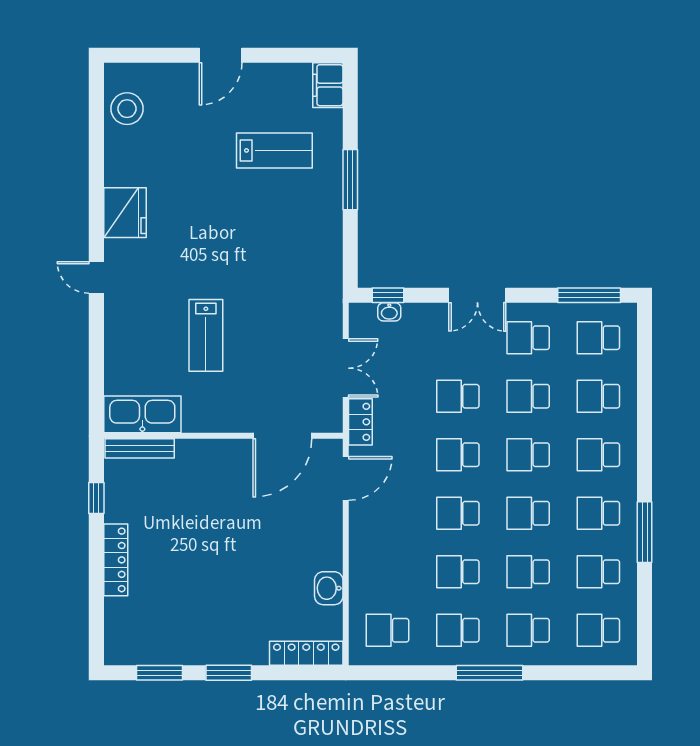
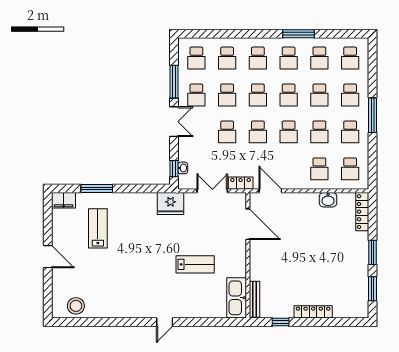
window: (350, 180) -> (97, 189), moved
fridge: (125, 213) -> (171, 204), moved, turned 180
window: (589, 295) -> (174, 82), moved
school desk: (388, 572) -> (319, 169), added

